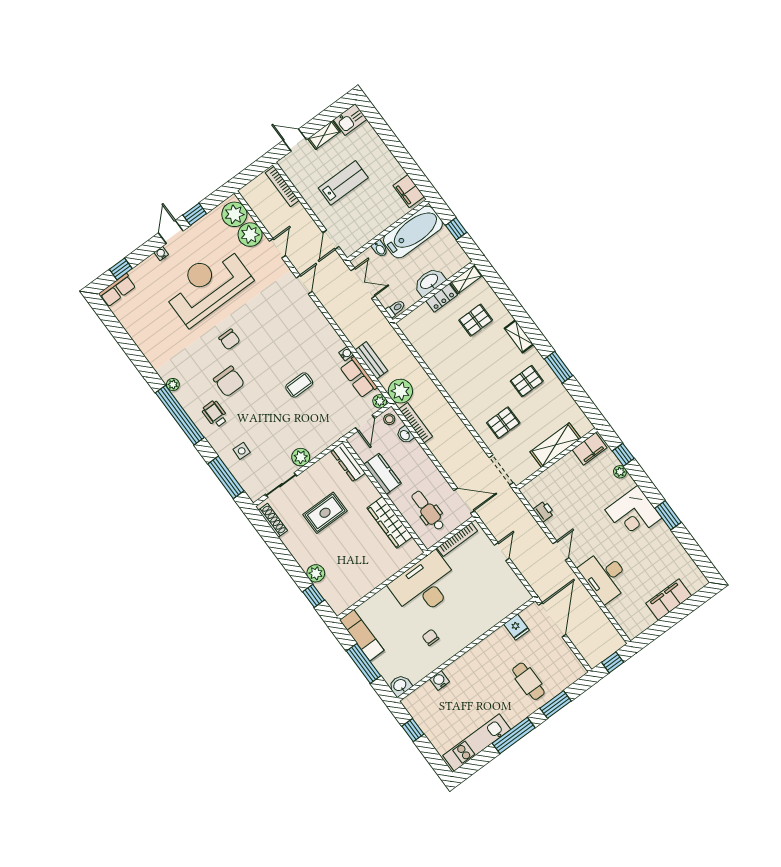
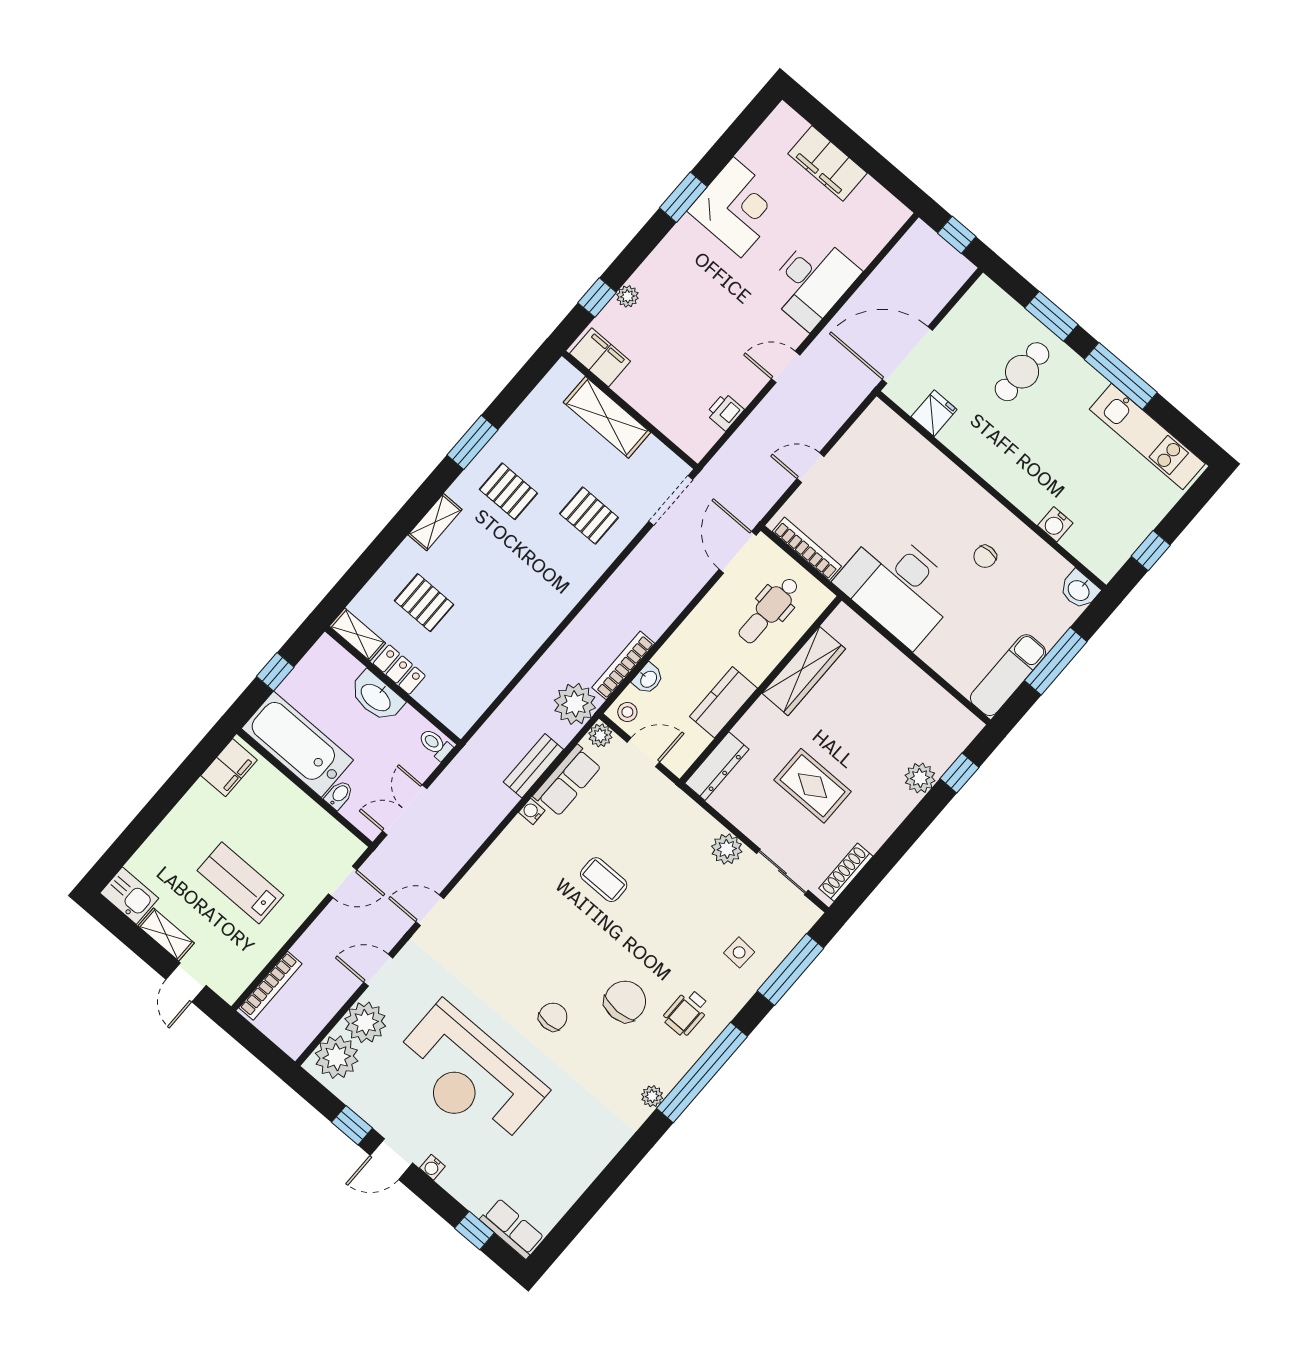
corner desk: (633, 514) -> (737, 207), moved

